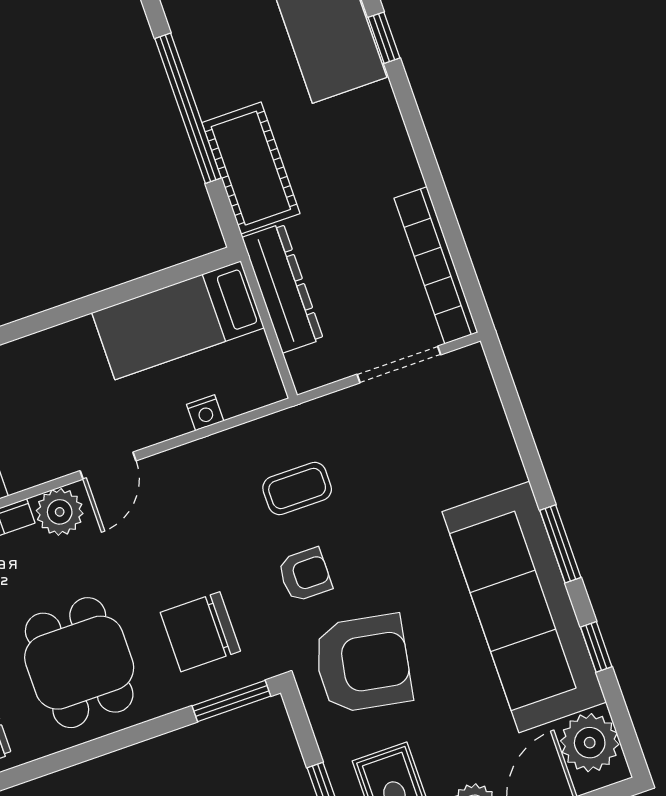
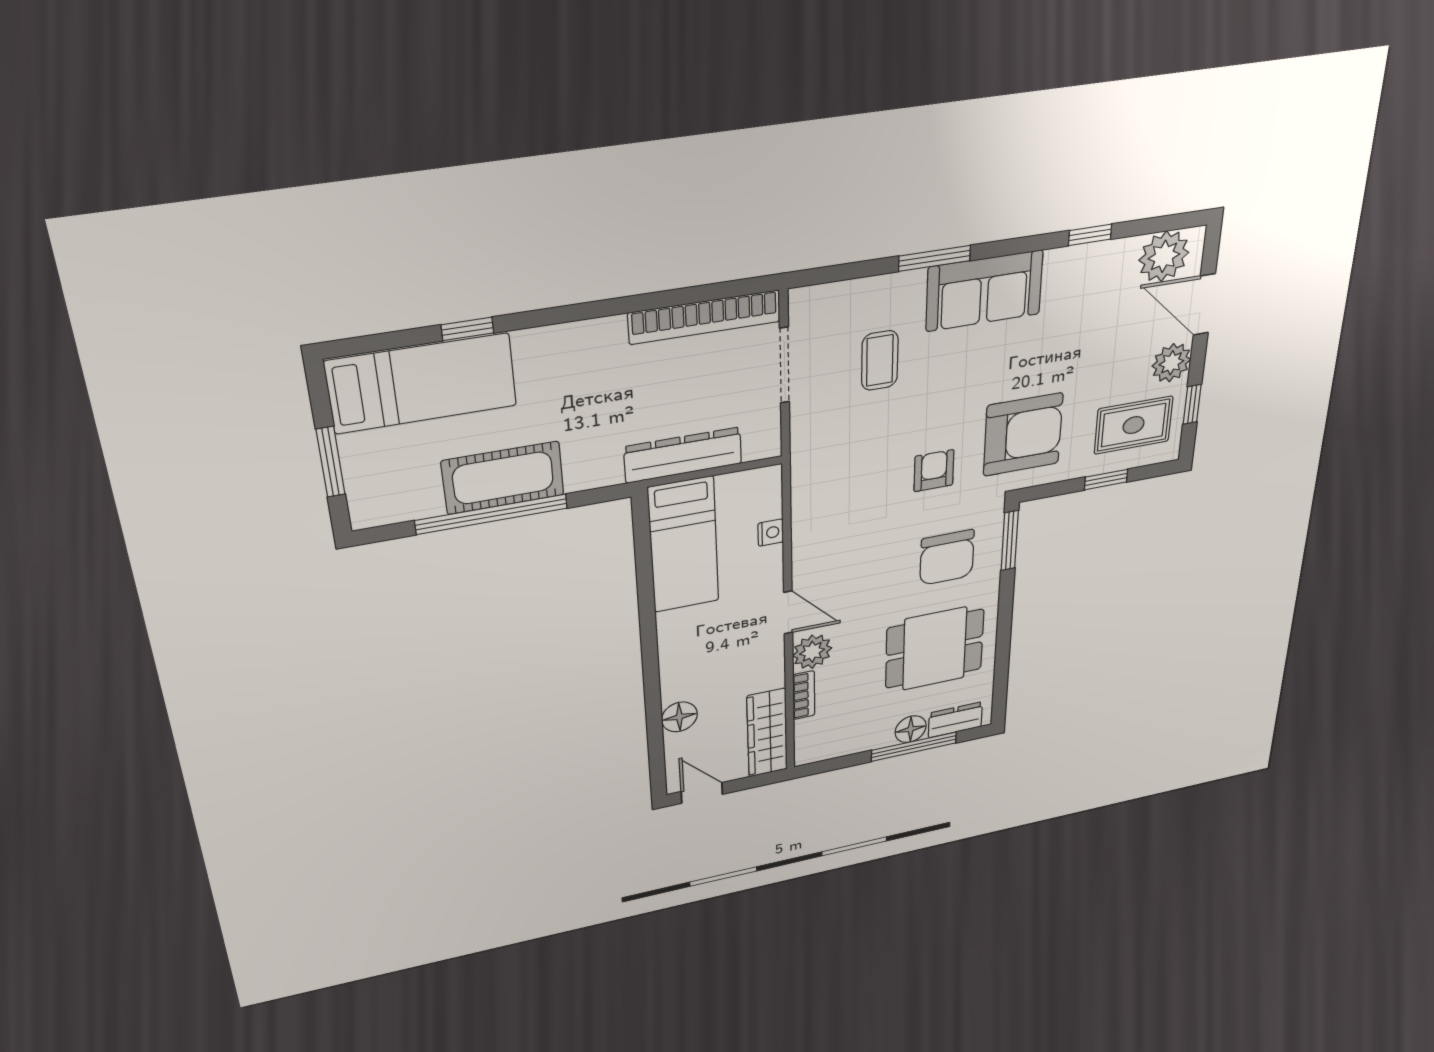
cot: (251, 168) -> (503, 478), moved
coffee table: (297, 488) -> (880, 360), moved
window: (560, 544) -> (935, 258), moved
sofa: (524, 607) -> (984, 291), width x0.54, depth x0.79
armchair: (363, 664) -> (1023, 435), turned 80

